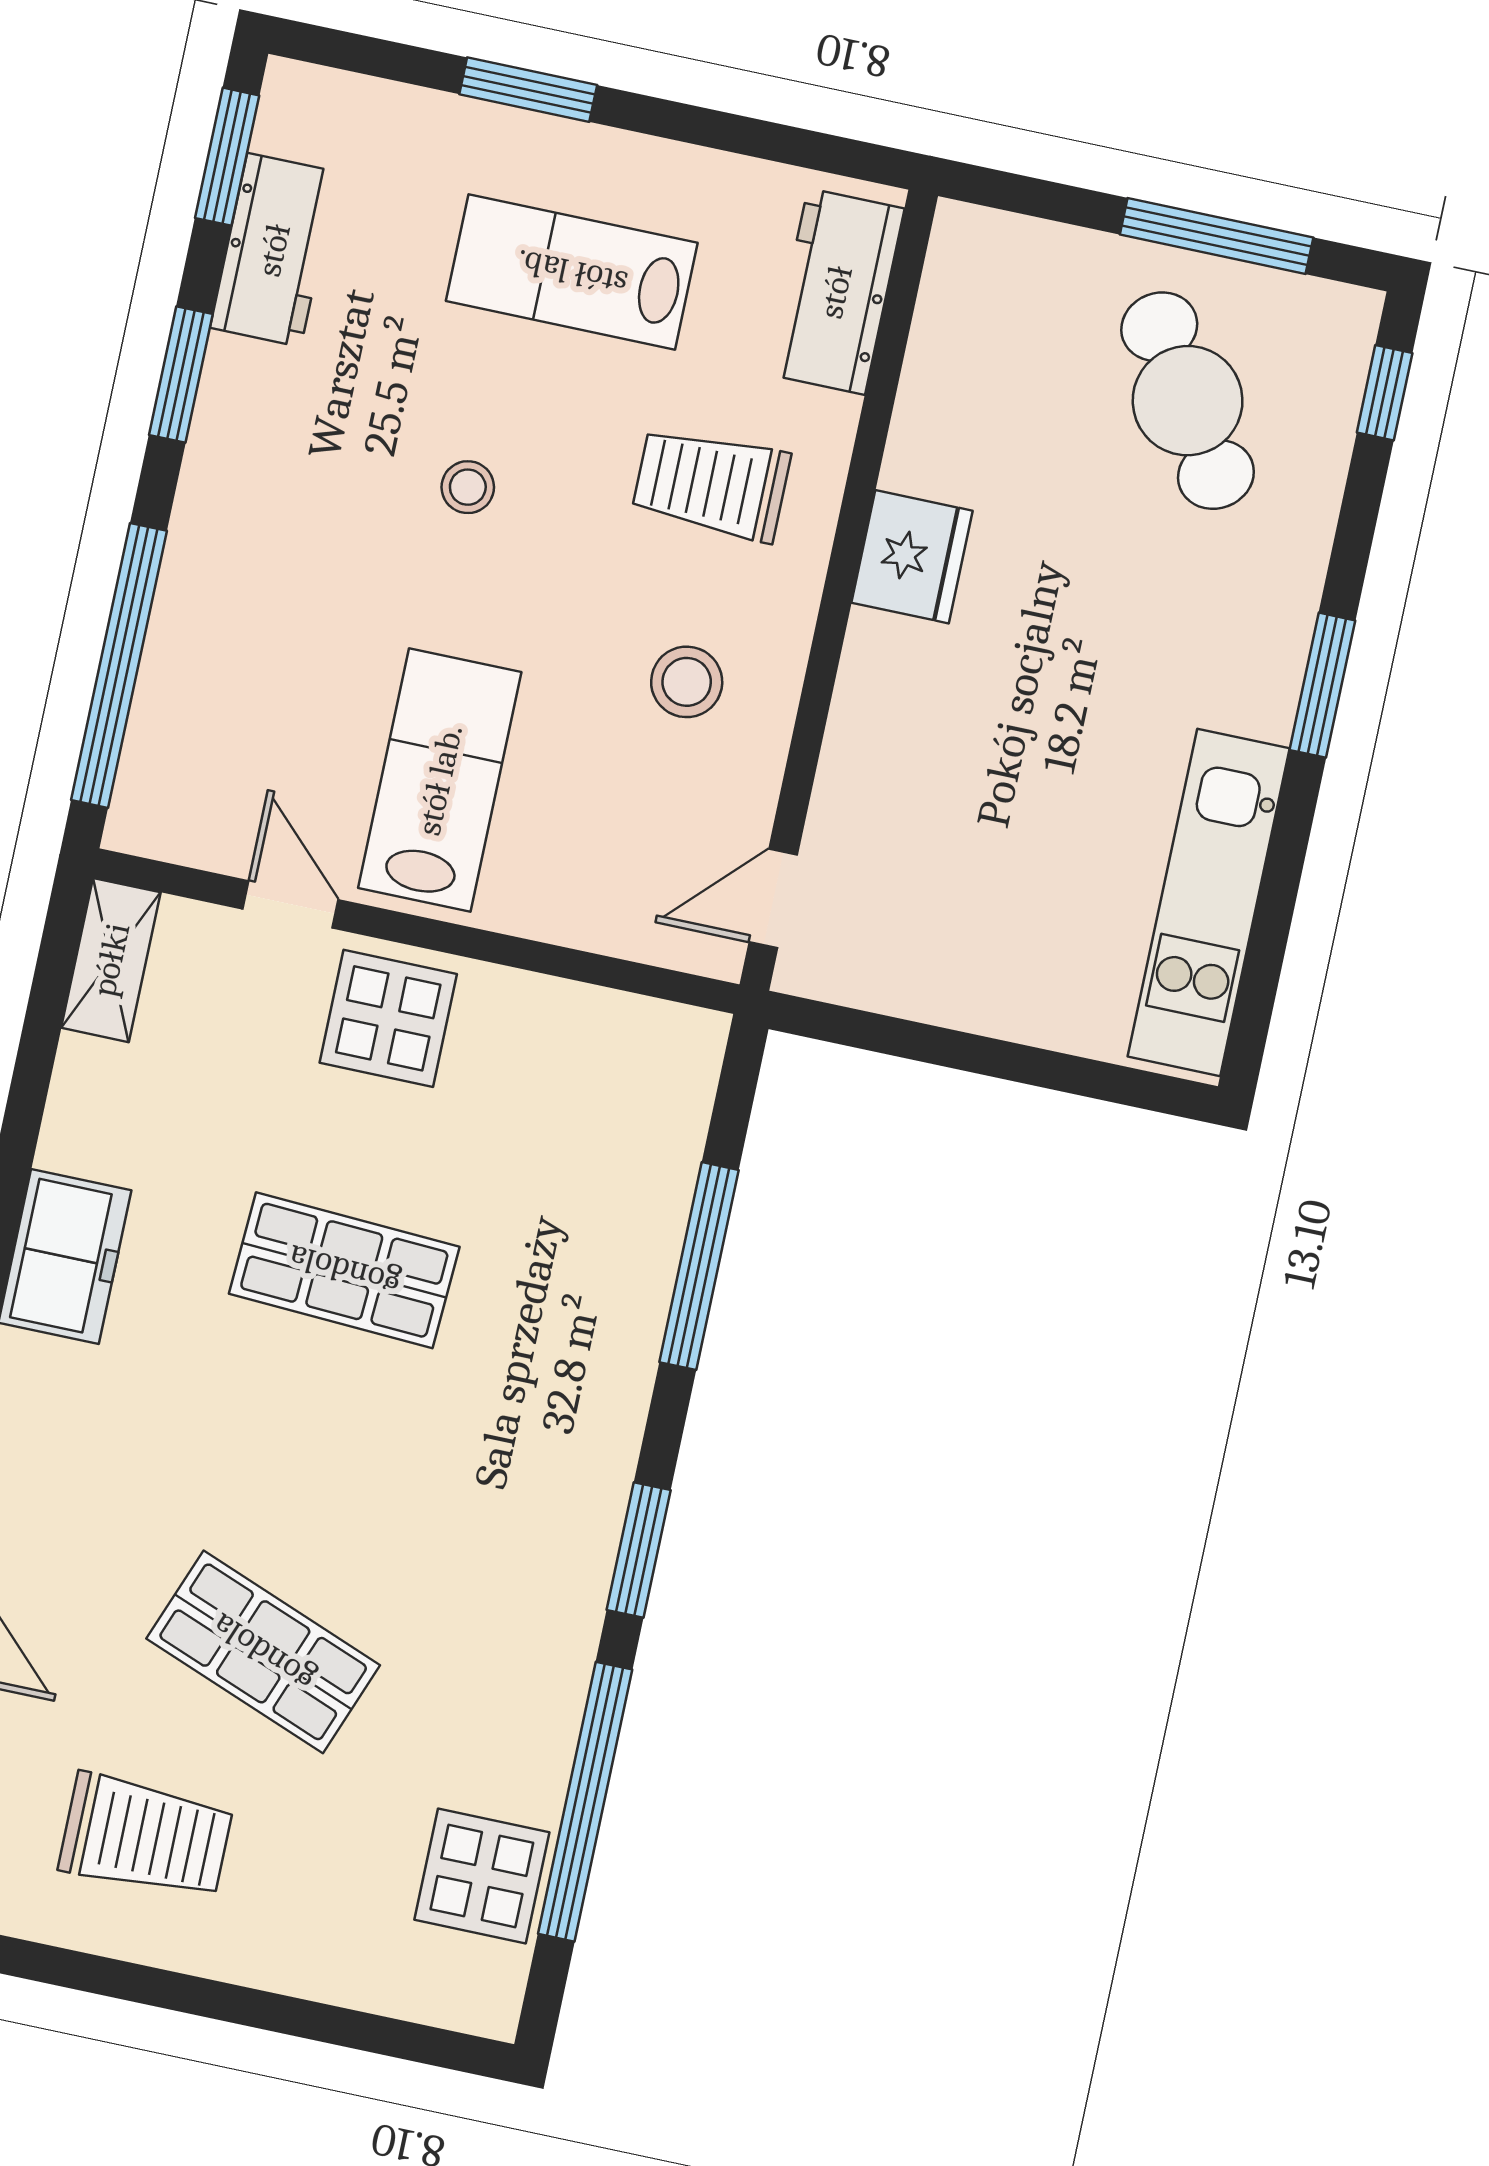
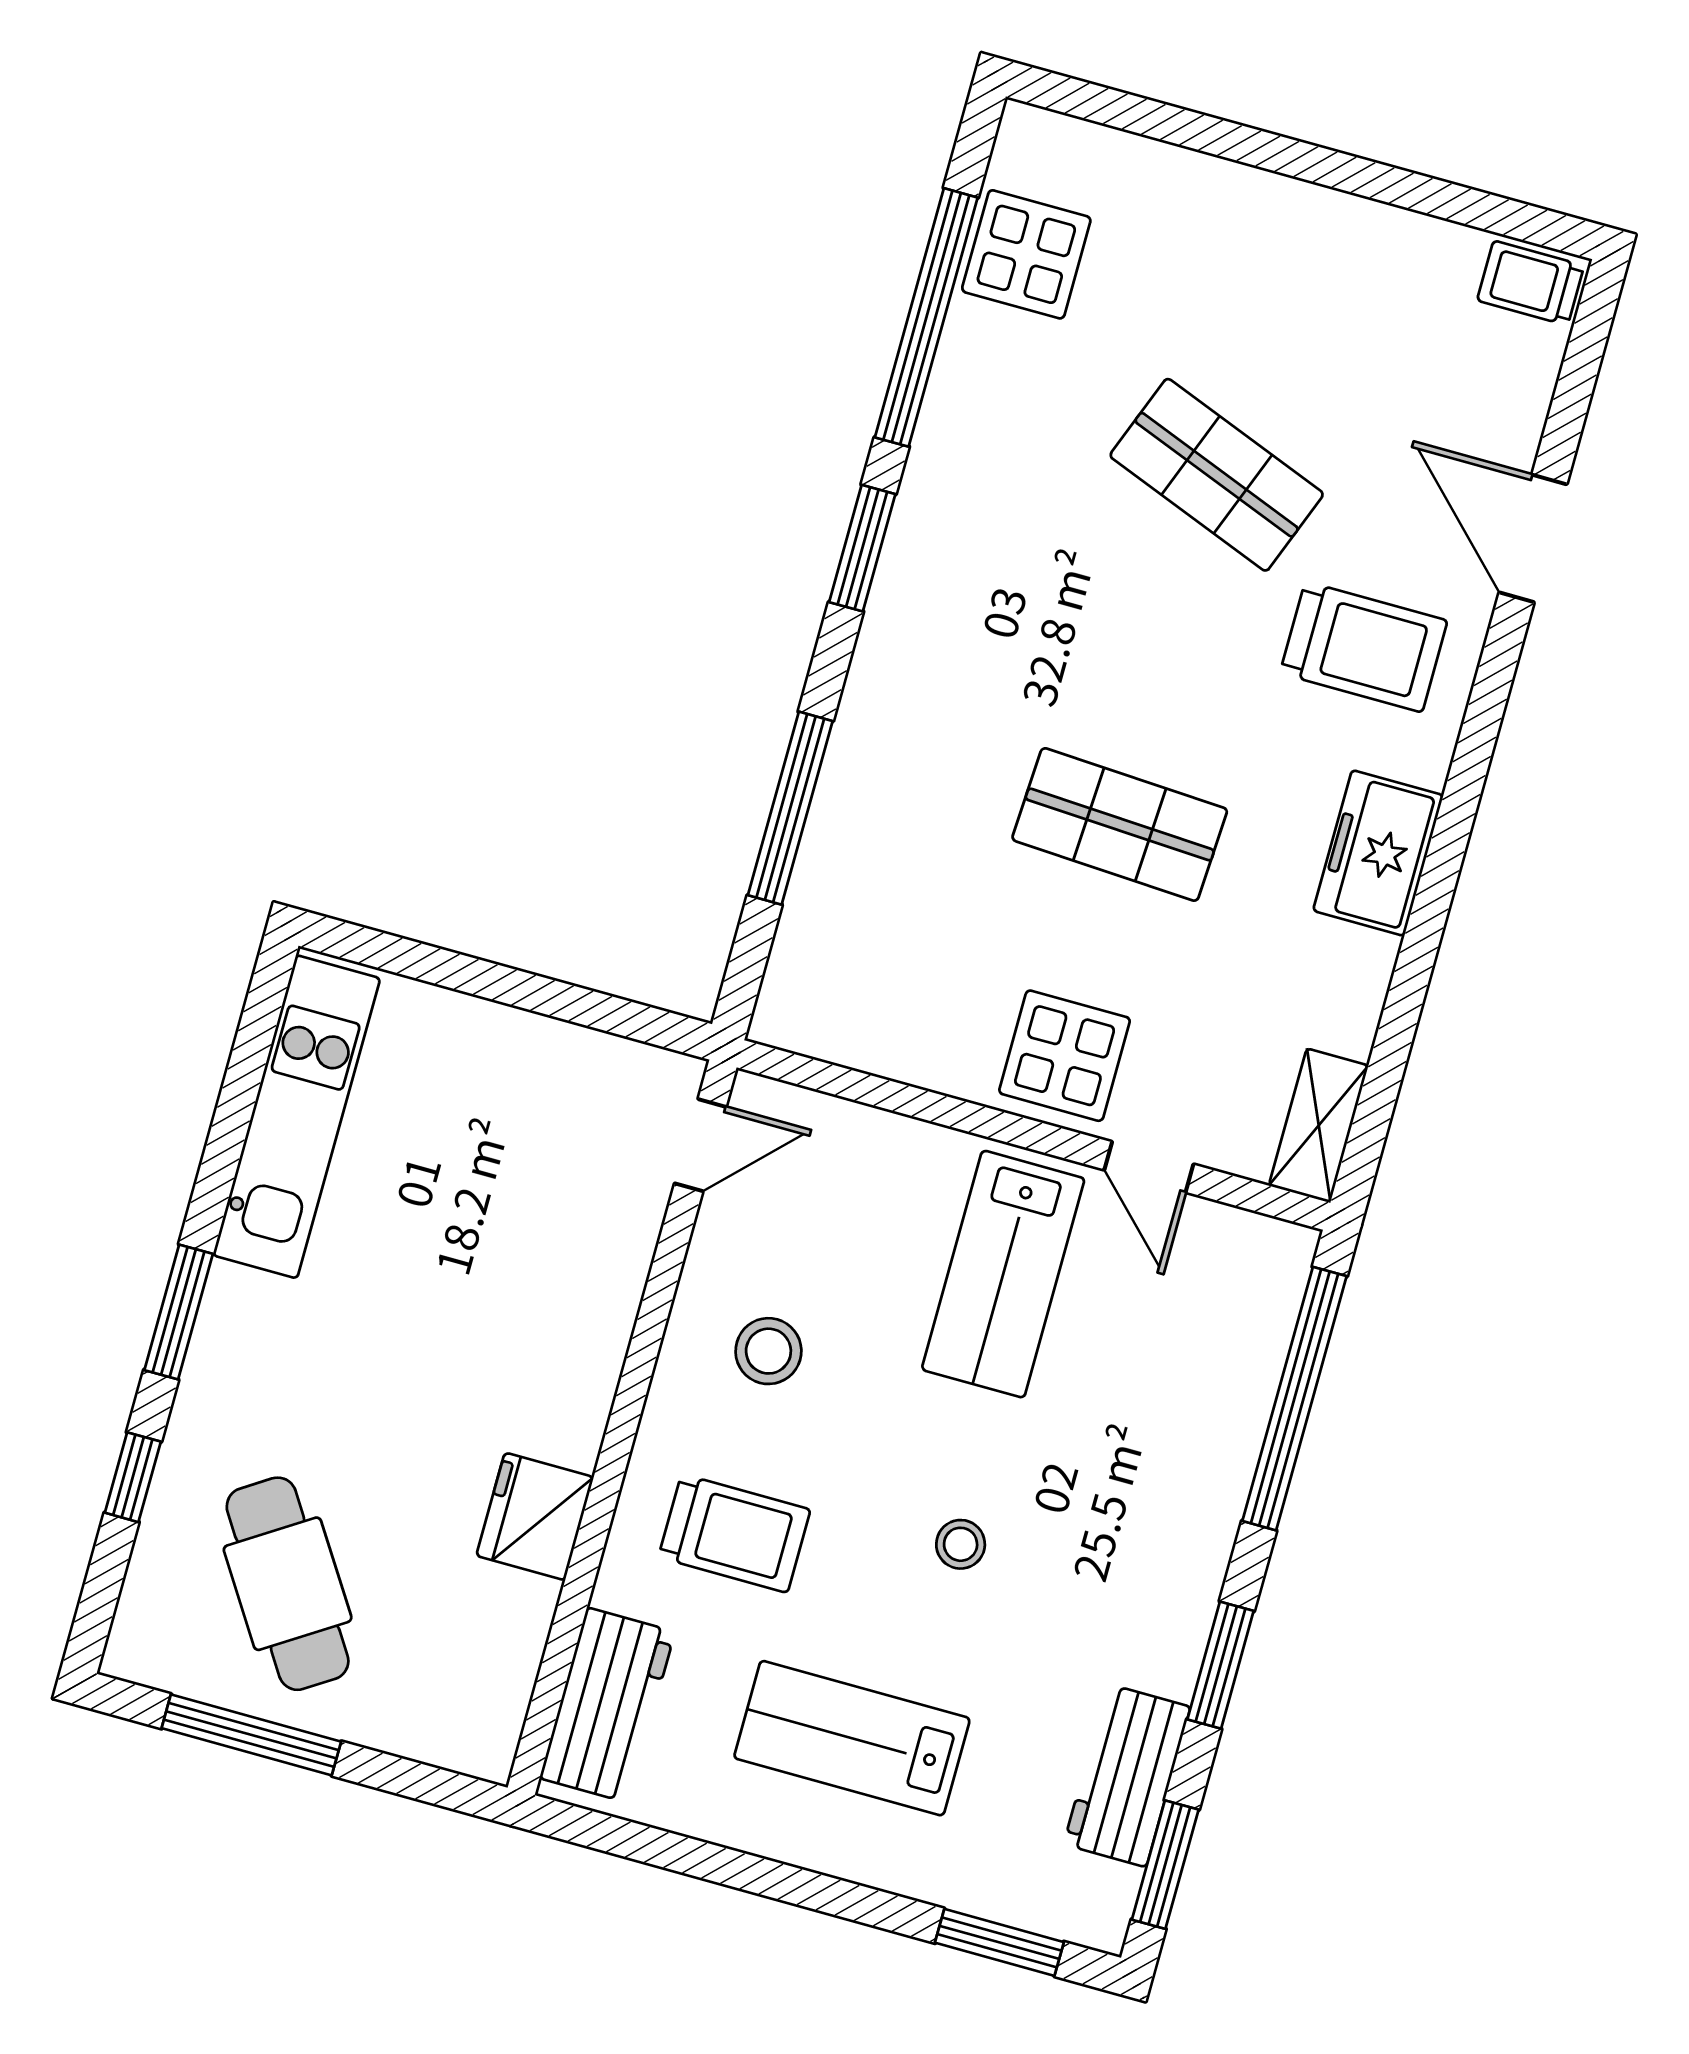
window: (528, 90) -> (999, 1942), moved
lab bench: (572, 272) -> (852, 1738), turned 180
window: (1385, 393) -> (133, 1477), moved
fridge: (912, 557) -> (535, 1516), moved
trolley: (146, 1836) -> (1364, 647), moved, turned 180

